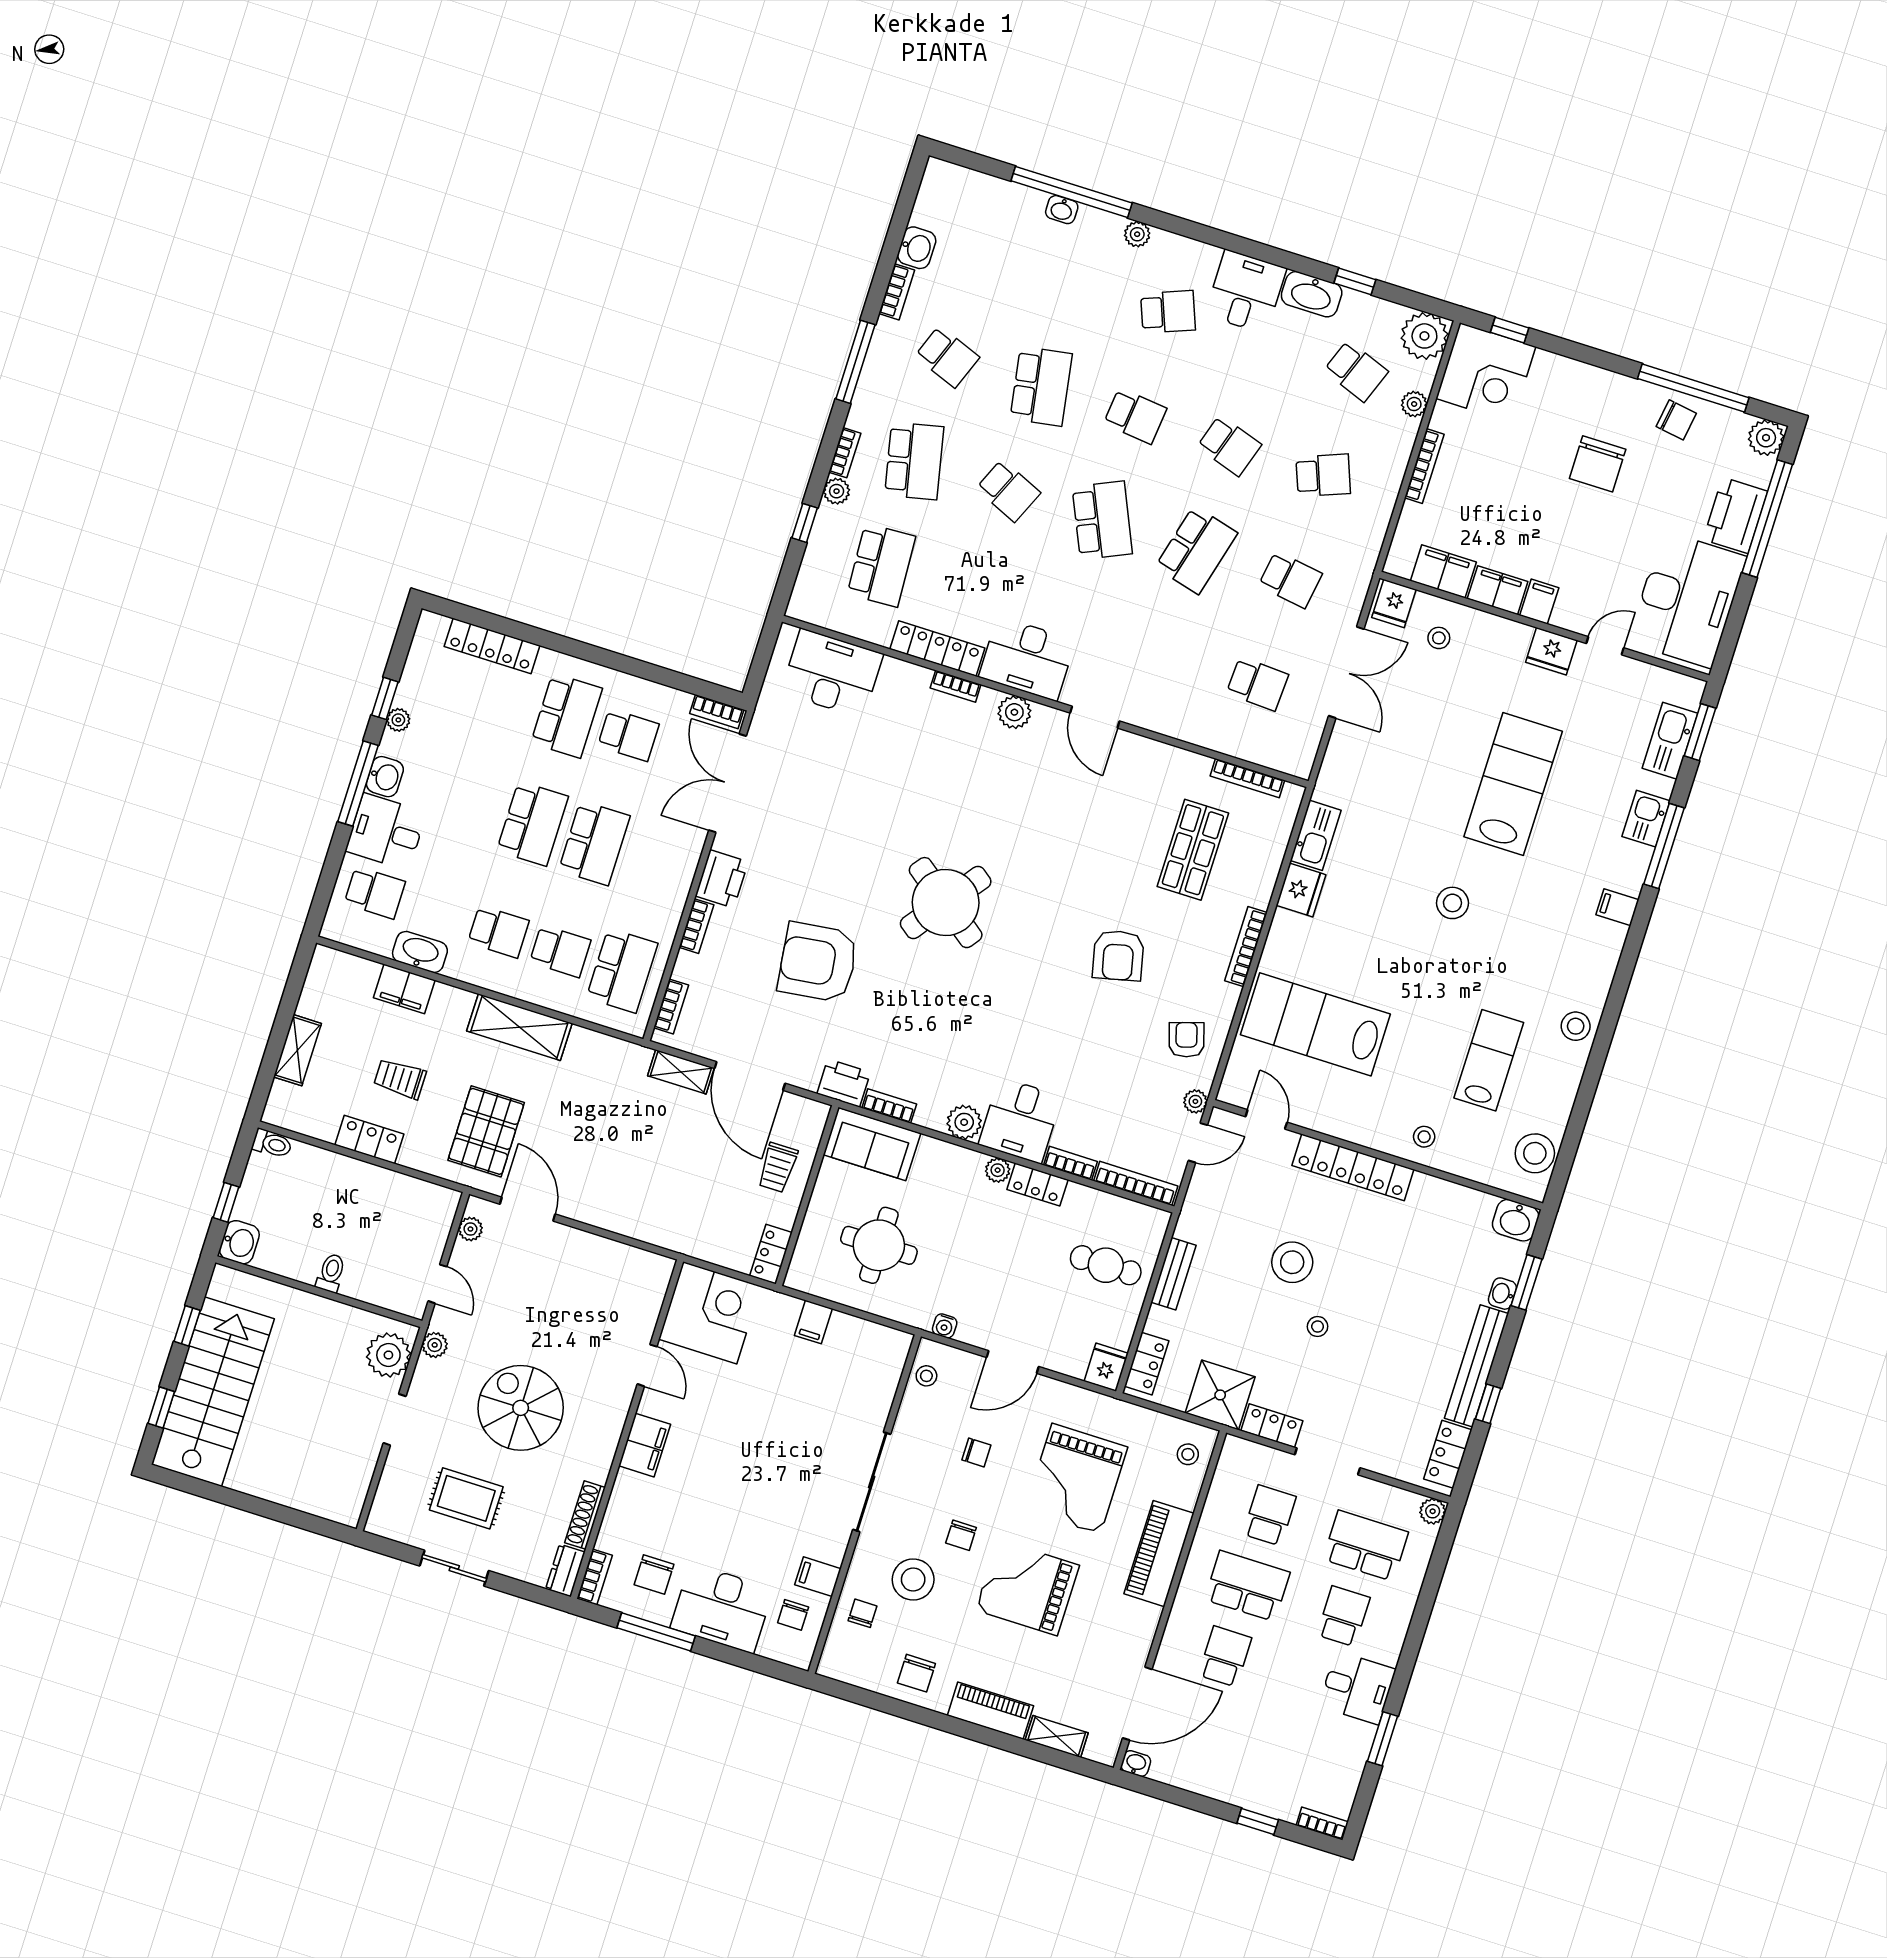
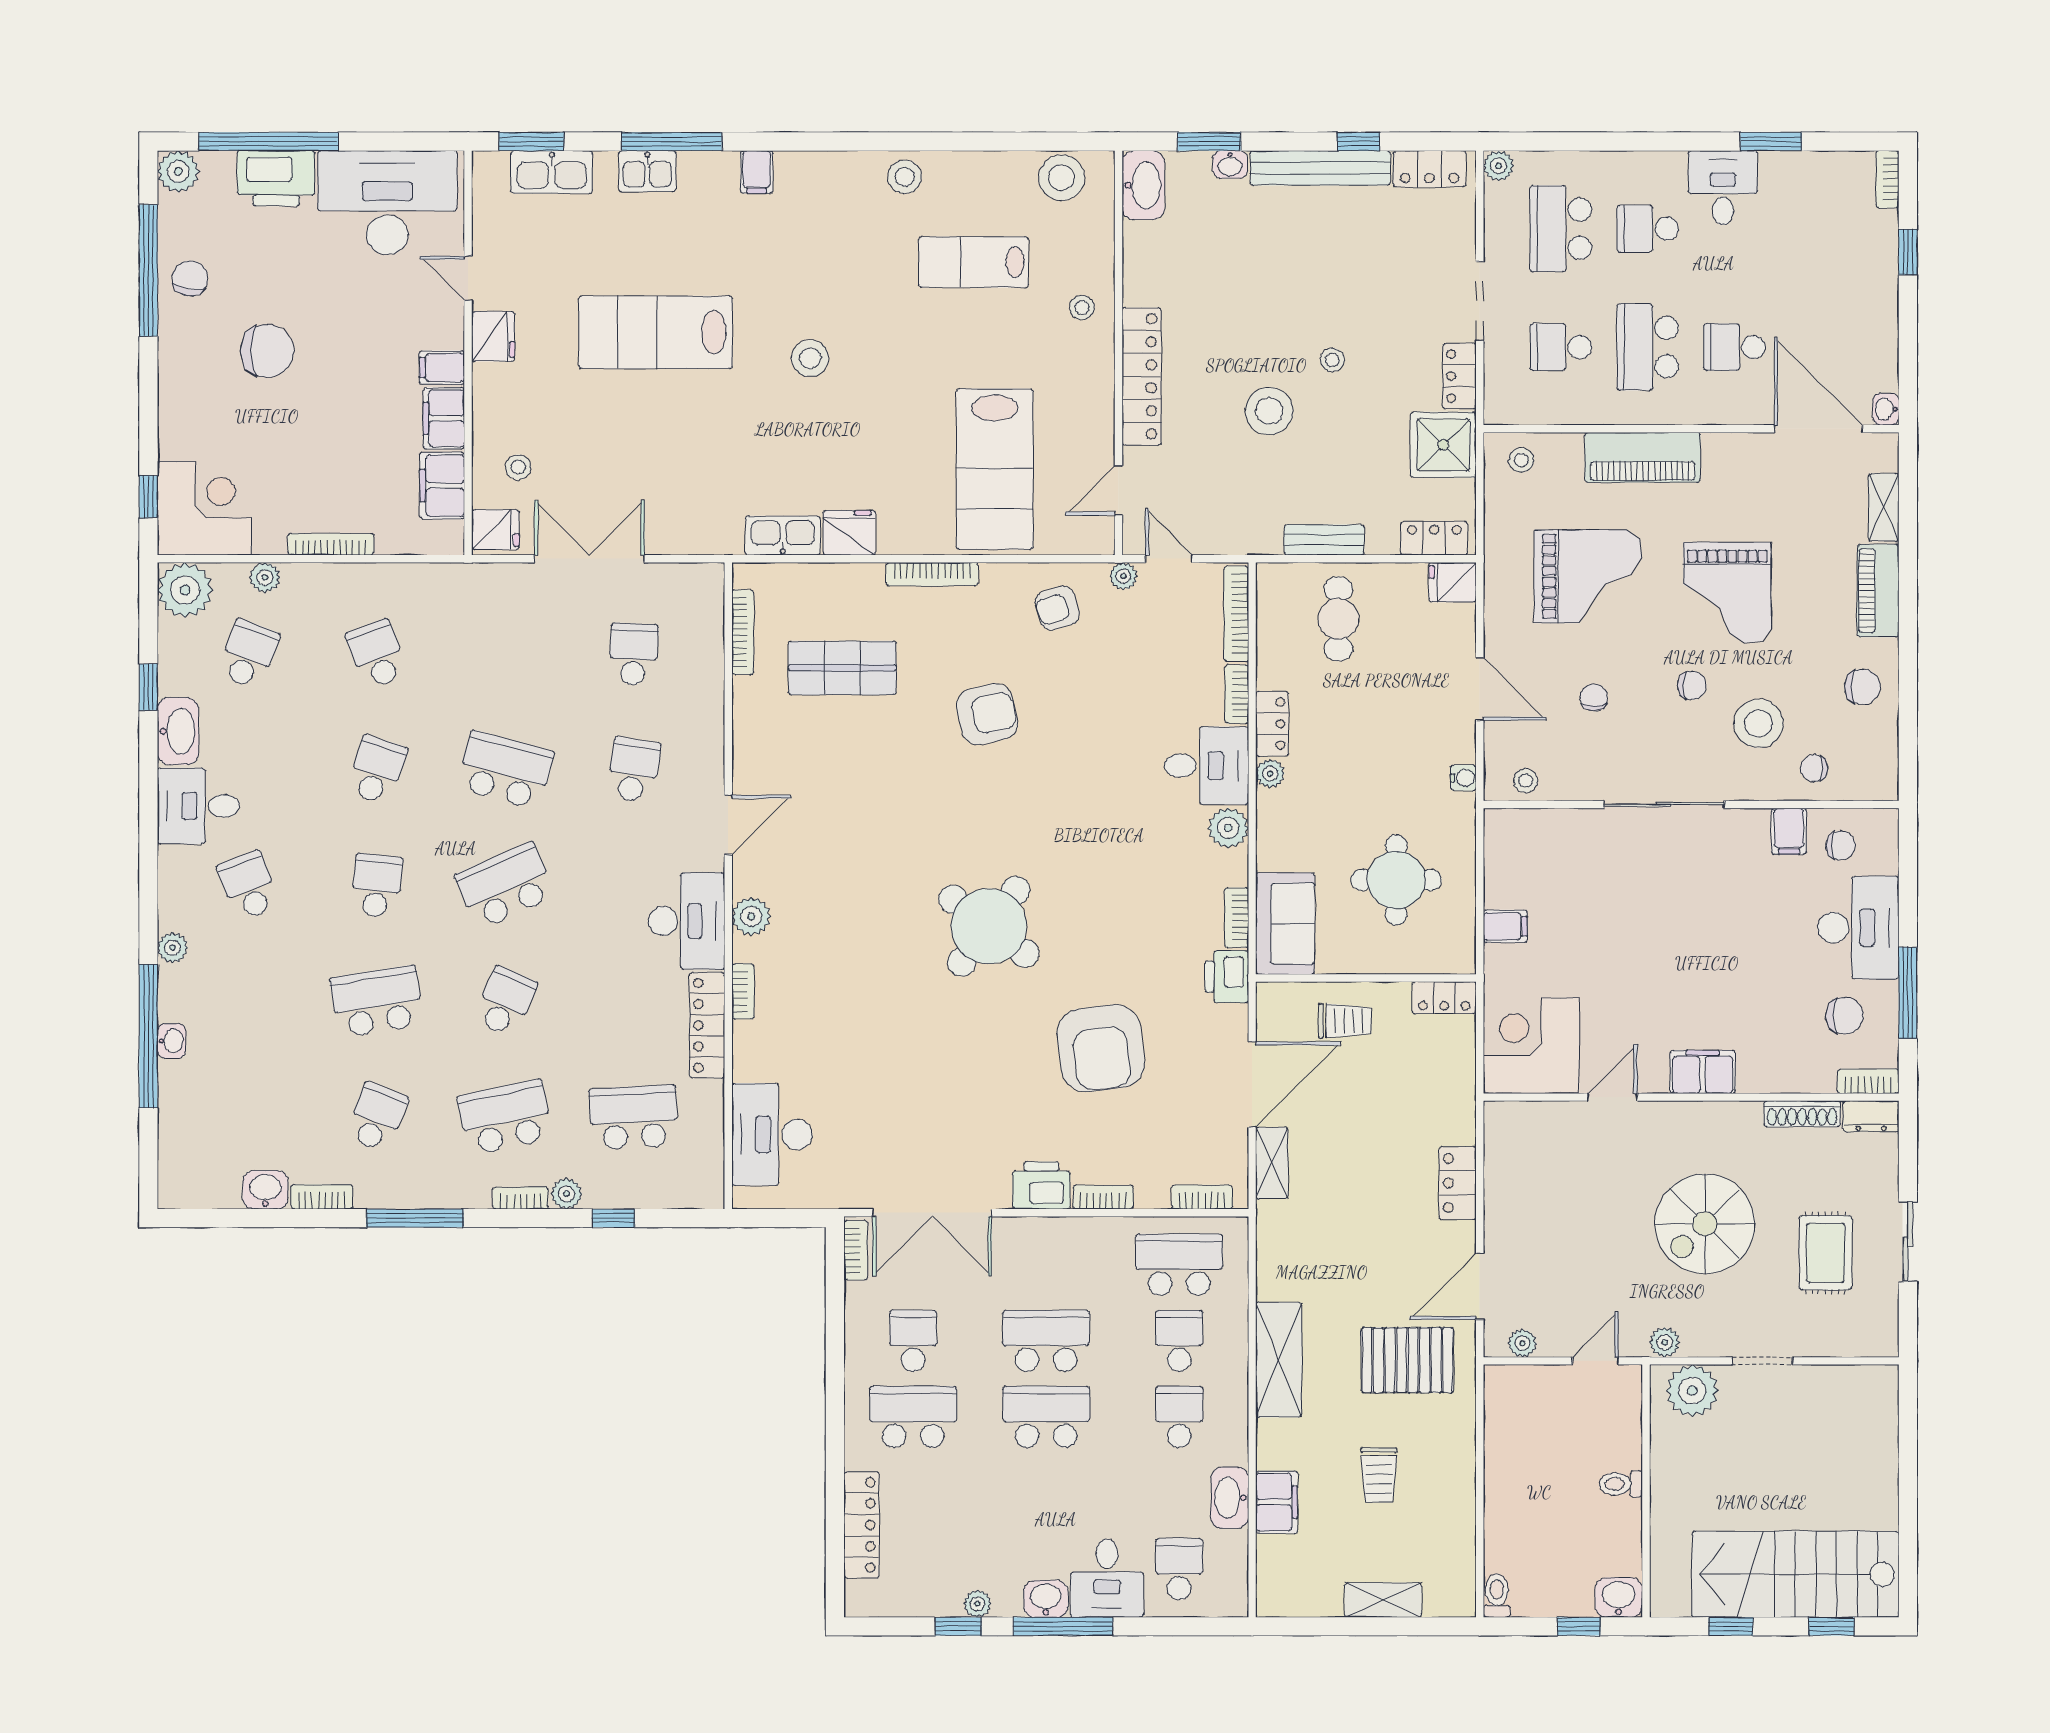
school desk: (1290, 580) -> (634, 770), moved
locker: (369, 1139) -> (1458, 1183), moved
washbasin: (1516, 1220) -> (1143, 185), width x1.38

